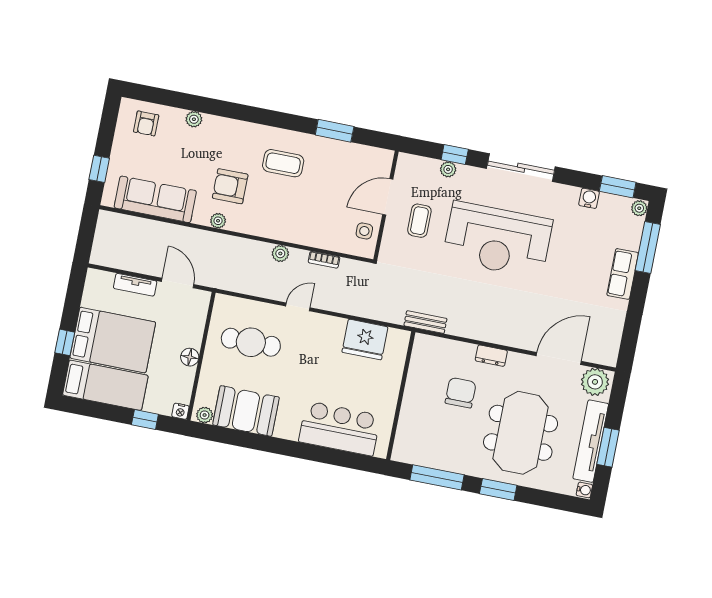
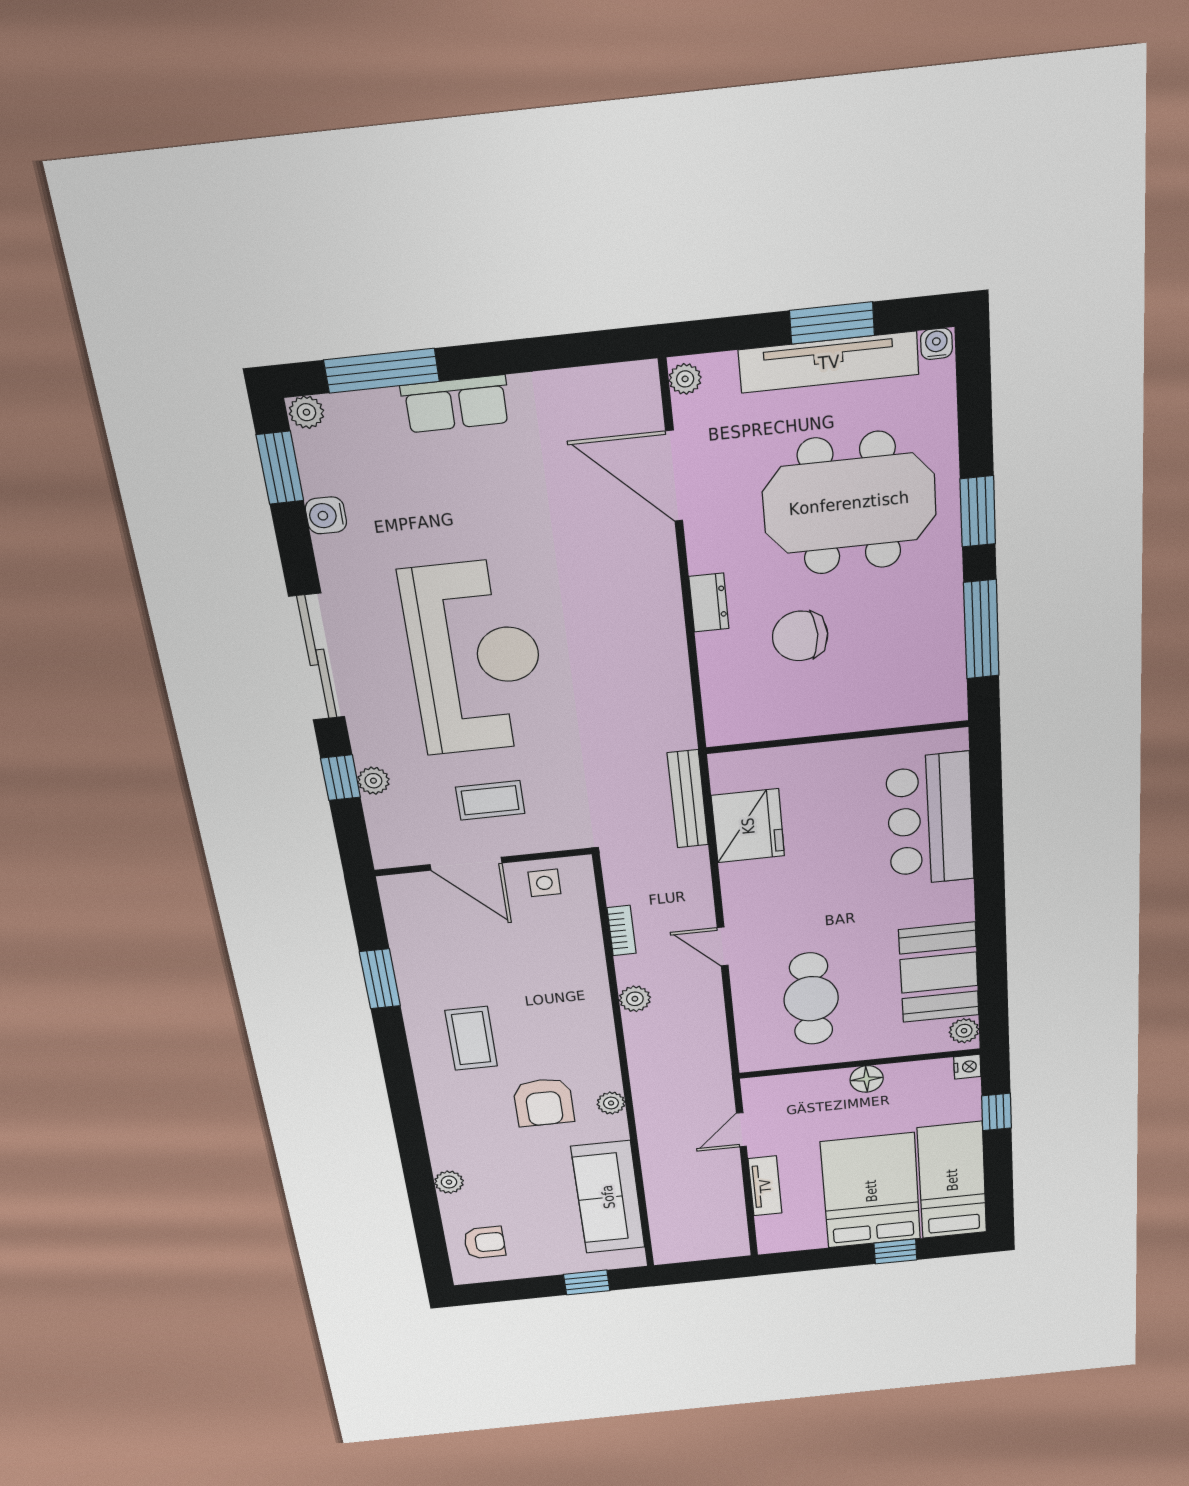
door: (178, 283) -> (741, 1130), width x0.73
bench: (425, 322) -> (688, 799), moved, width x1.36
plant: (595, 382) -> (685, 379), width x0.53, depth x0.53

